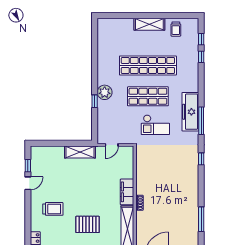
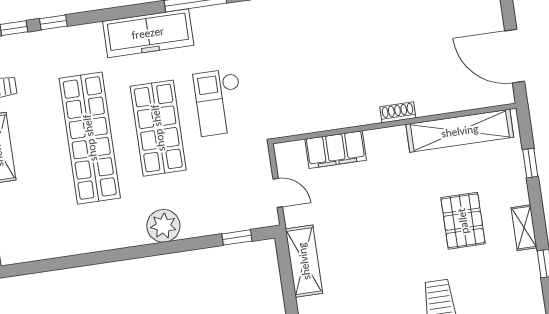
window: (95, 101) -> (237, 237), moved
freezer: (190, 112) -> (148, 33), moved
checkout: (155, 125) -> (219, 102), turned 180
filing cabinet: (127, 192) -> (336, 150), moved

